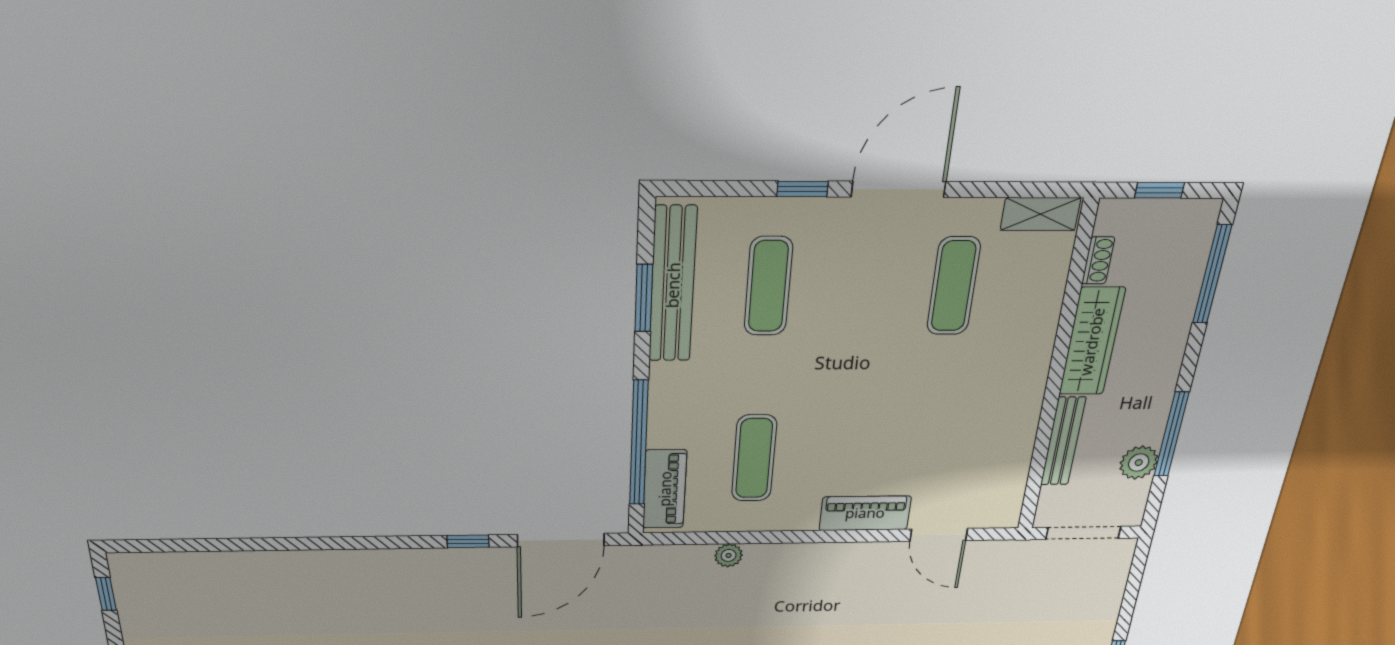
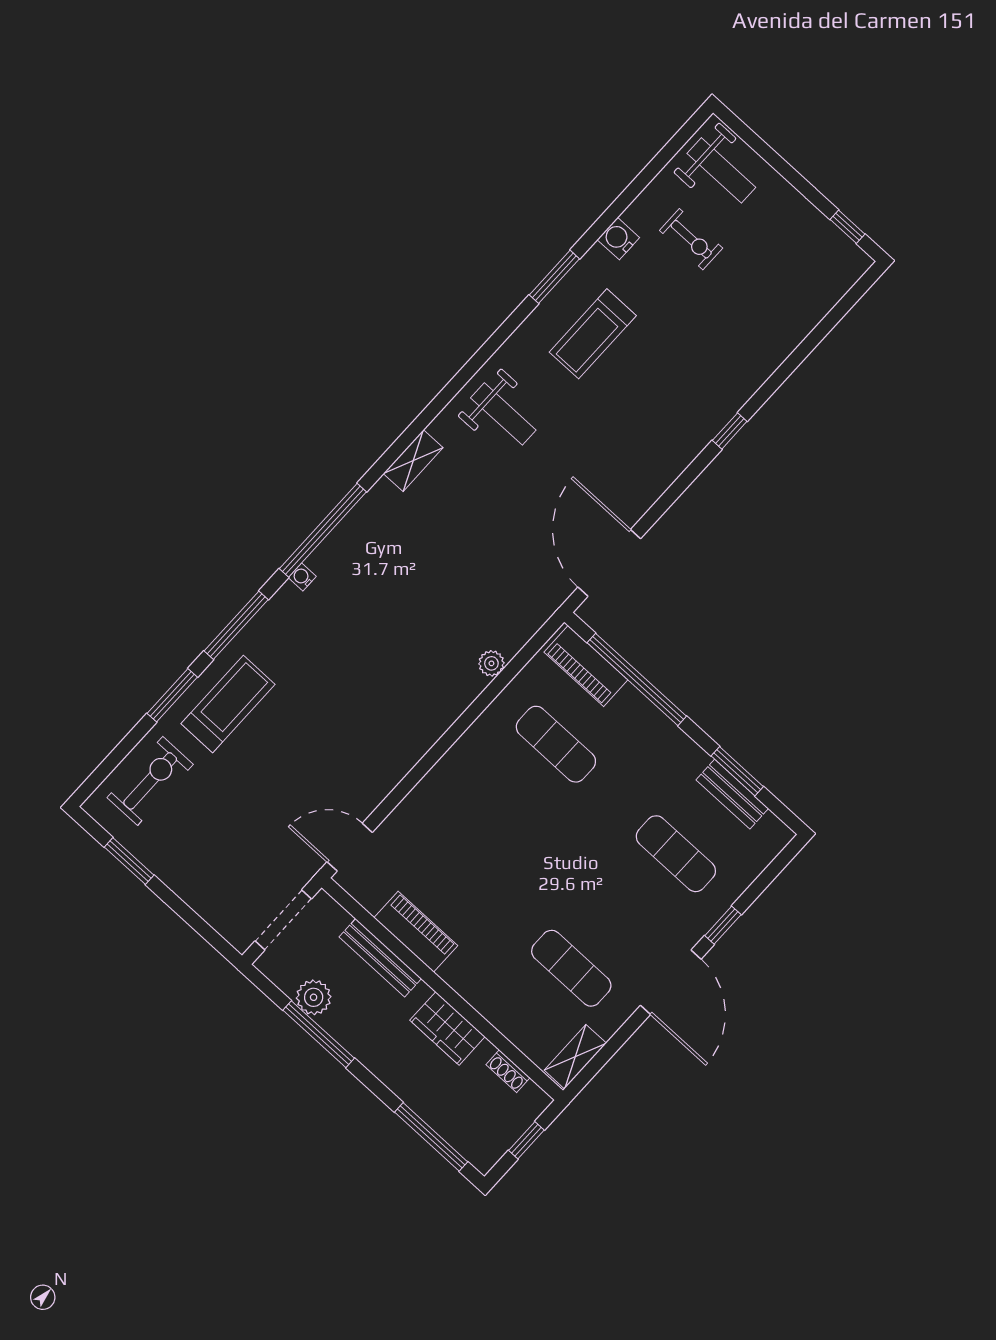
bench: (673, 285) -> (732, 794), width x0.54, depth x0.82
wardrobe: (1092, 342) -> (447, 1028), width x0.67
piano: (865, 513) -> (416, 932), moved, turned -90
door: (939, 535) -> (350, 847), moved
window: (468, 541) -> (730, 431), moved

